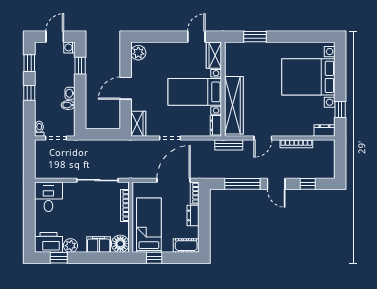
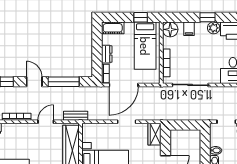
dresser: (216, 125) -> (87, 133), removed
filing cabinet: (99, 245) -> (189, 29), width x0.50
window: (59, 258) -> (207, 17), moved

